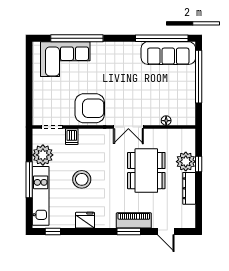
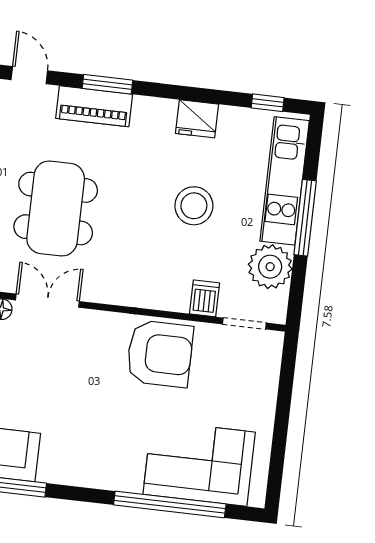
armchair: (90, 108) -> (160, 354), turned 180
double door: (128, 127) -> (47, 301), moved

